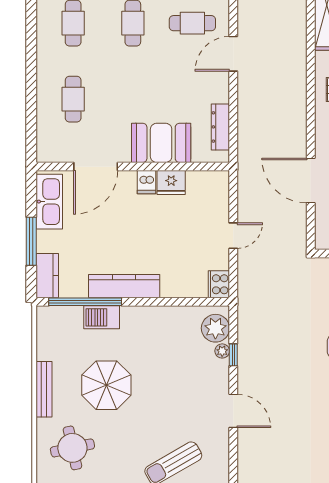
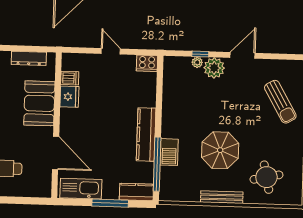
dishwasher: (147, 182) -> (70, 78), moved
plant: (215, 328) -> (214, 68), moved

